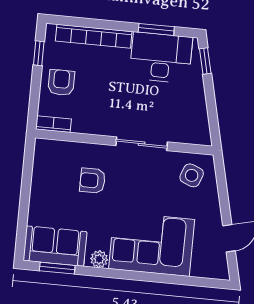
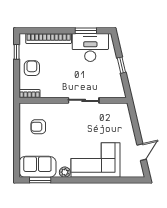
window: (205, 61) -> (121, 65), moved
side table: (192, 175) -> (116, 116), removed
armchair: (92, 181) -> (38, 127), moved

